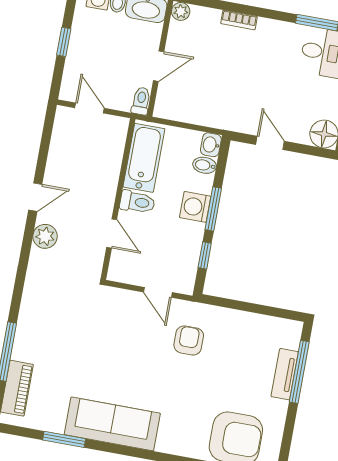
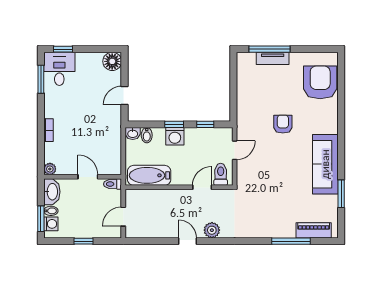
toilet: (137, 202) -> (221, 174), moved
window: (213, 209) -> (174, 124), width x0.67
armchair: (189, 340) -> (283, 124), moved, turned 90

